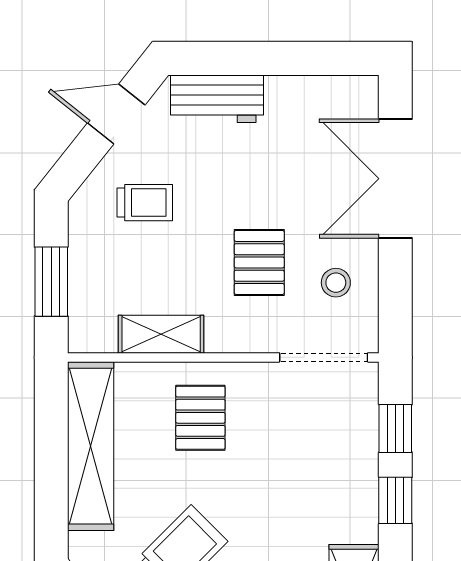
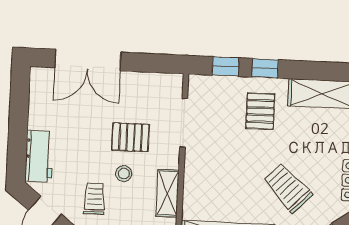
stool: (336, 283) -> (124, 174), moved
doorway: (324, 357) -> (184, 123), moved
pallet: (200, 418) -> (260, 111), moved, turned 90

